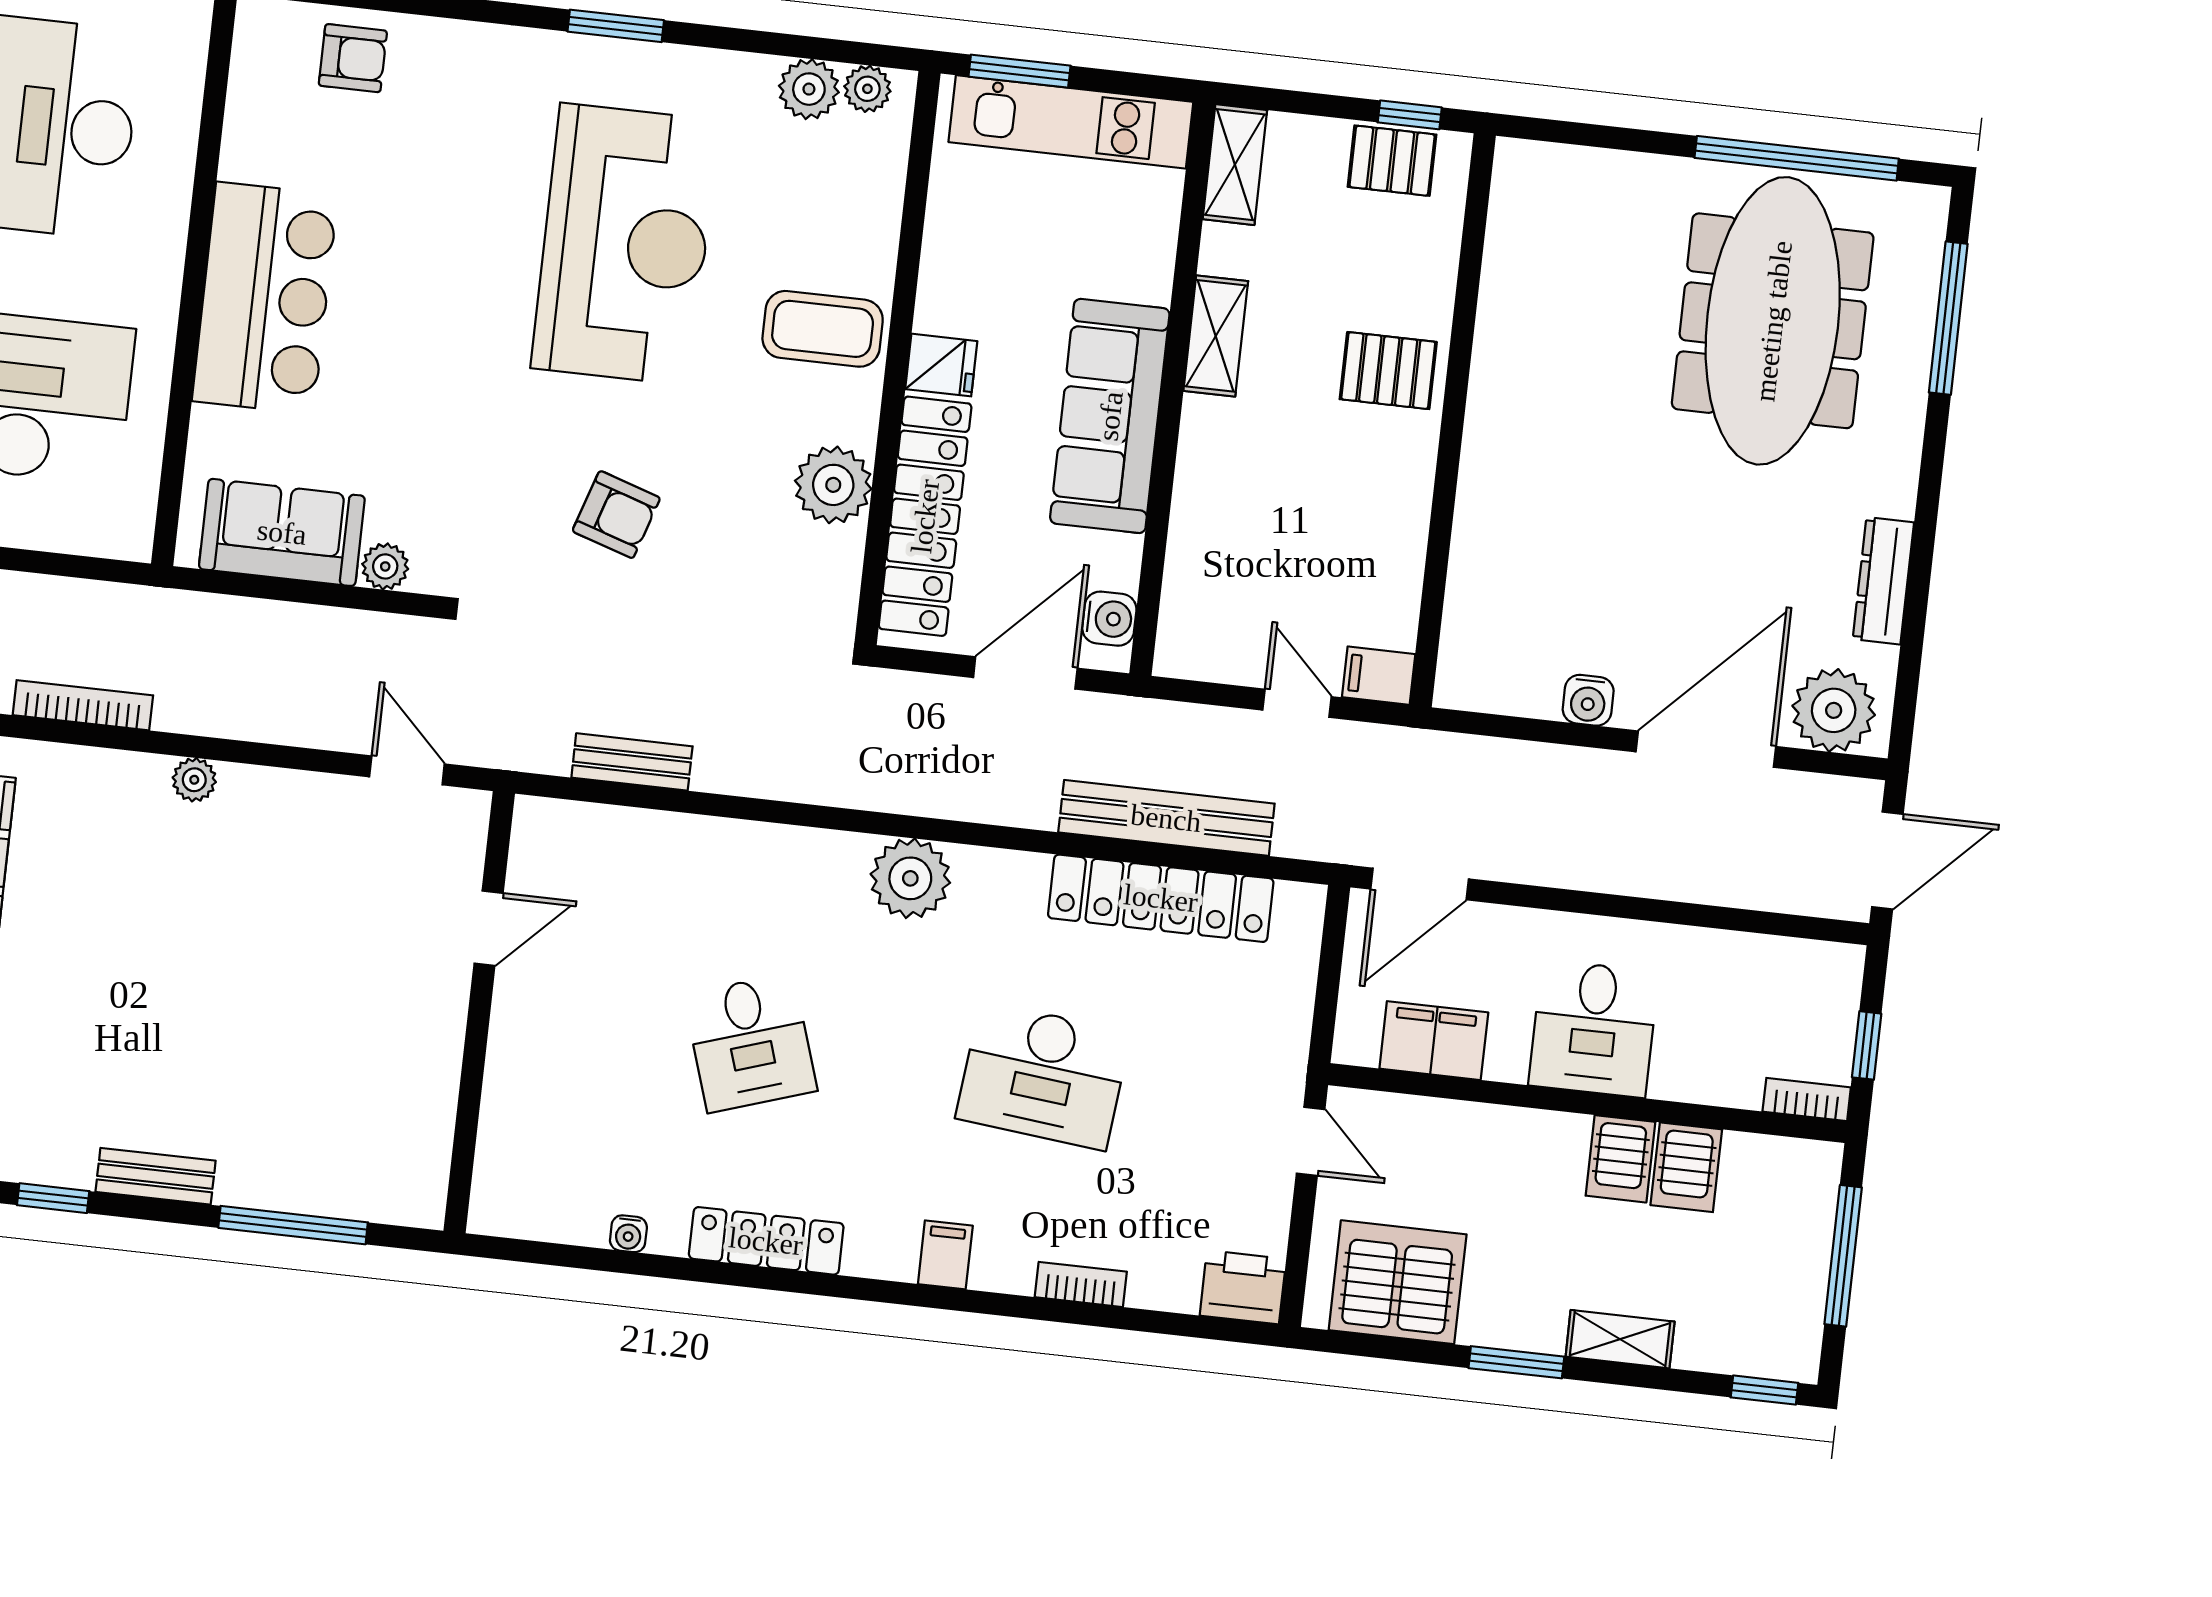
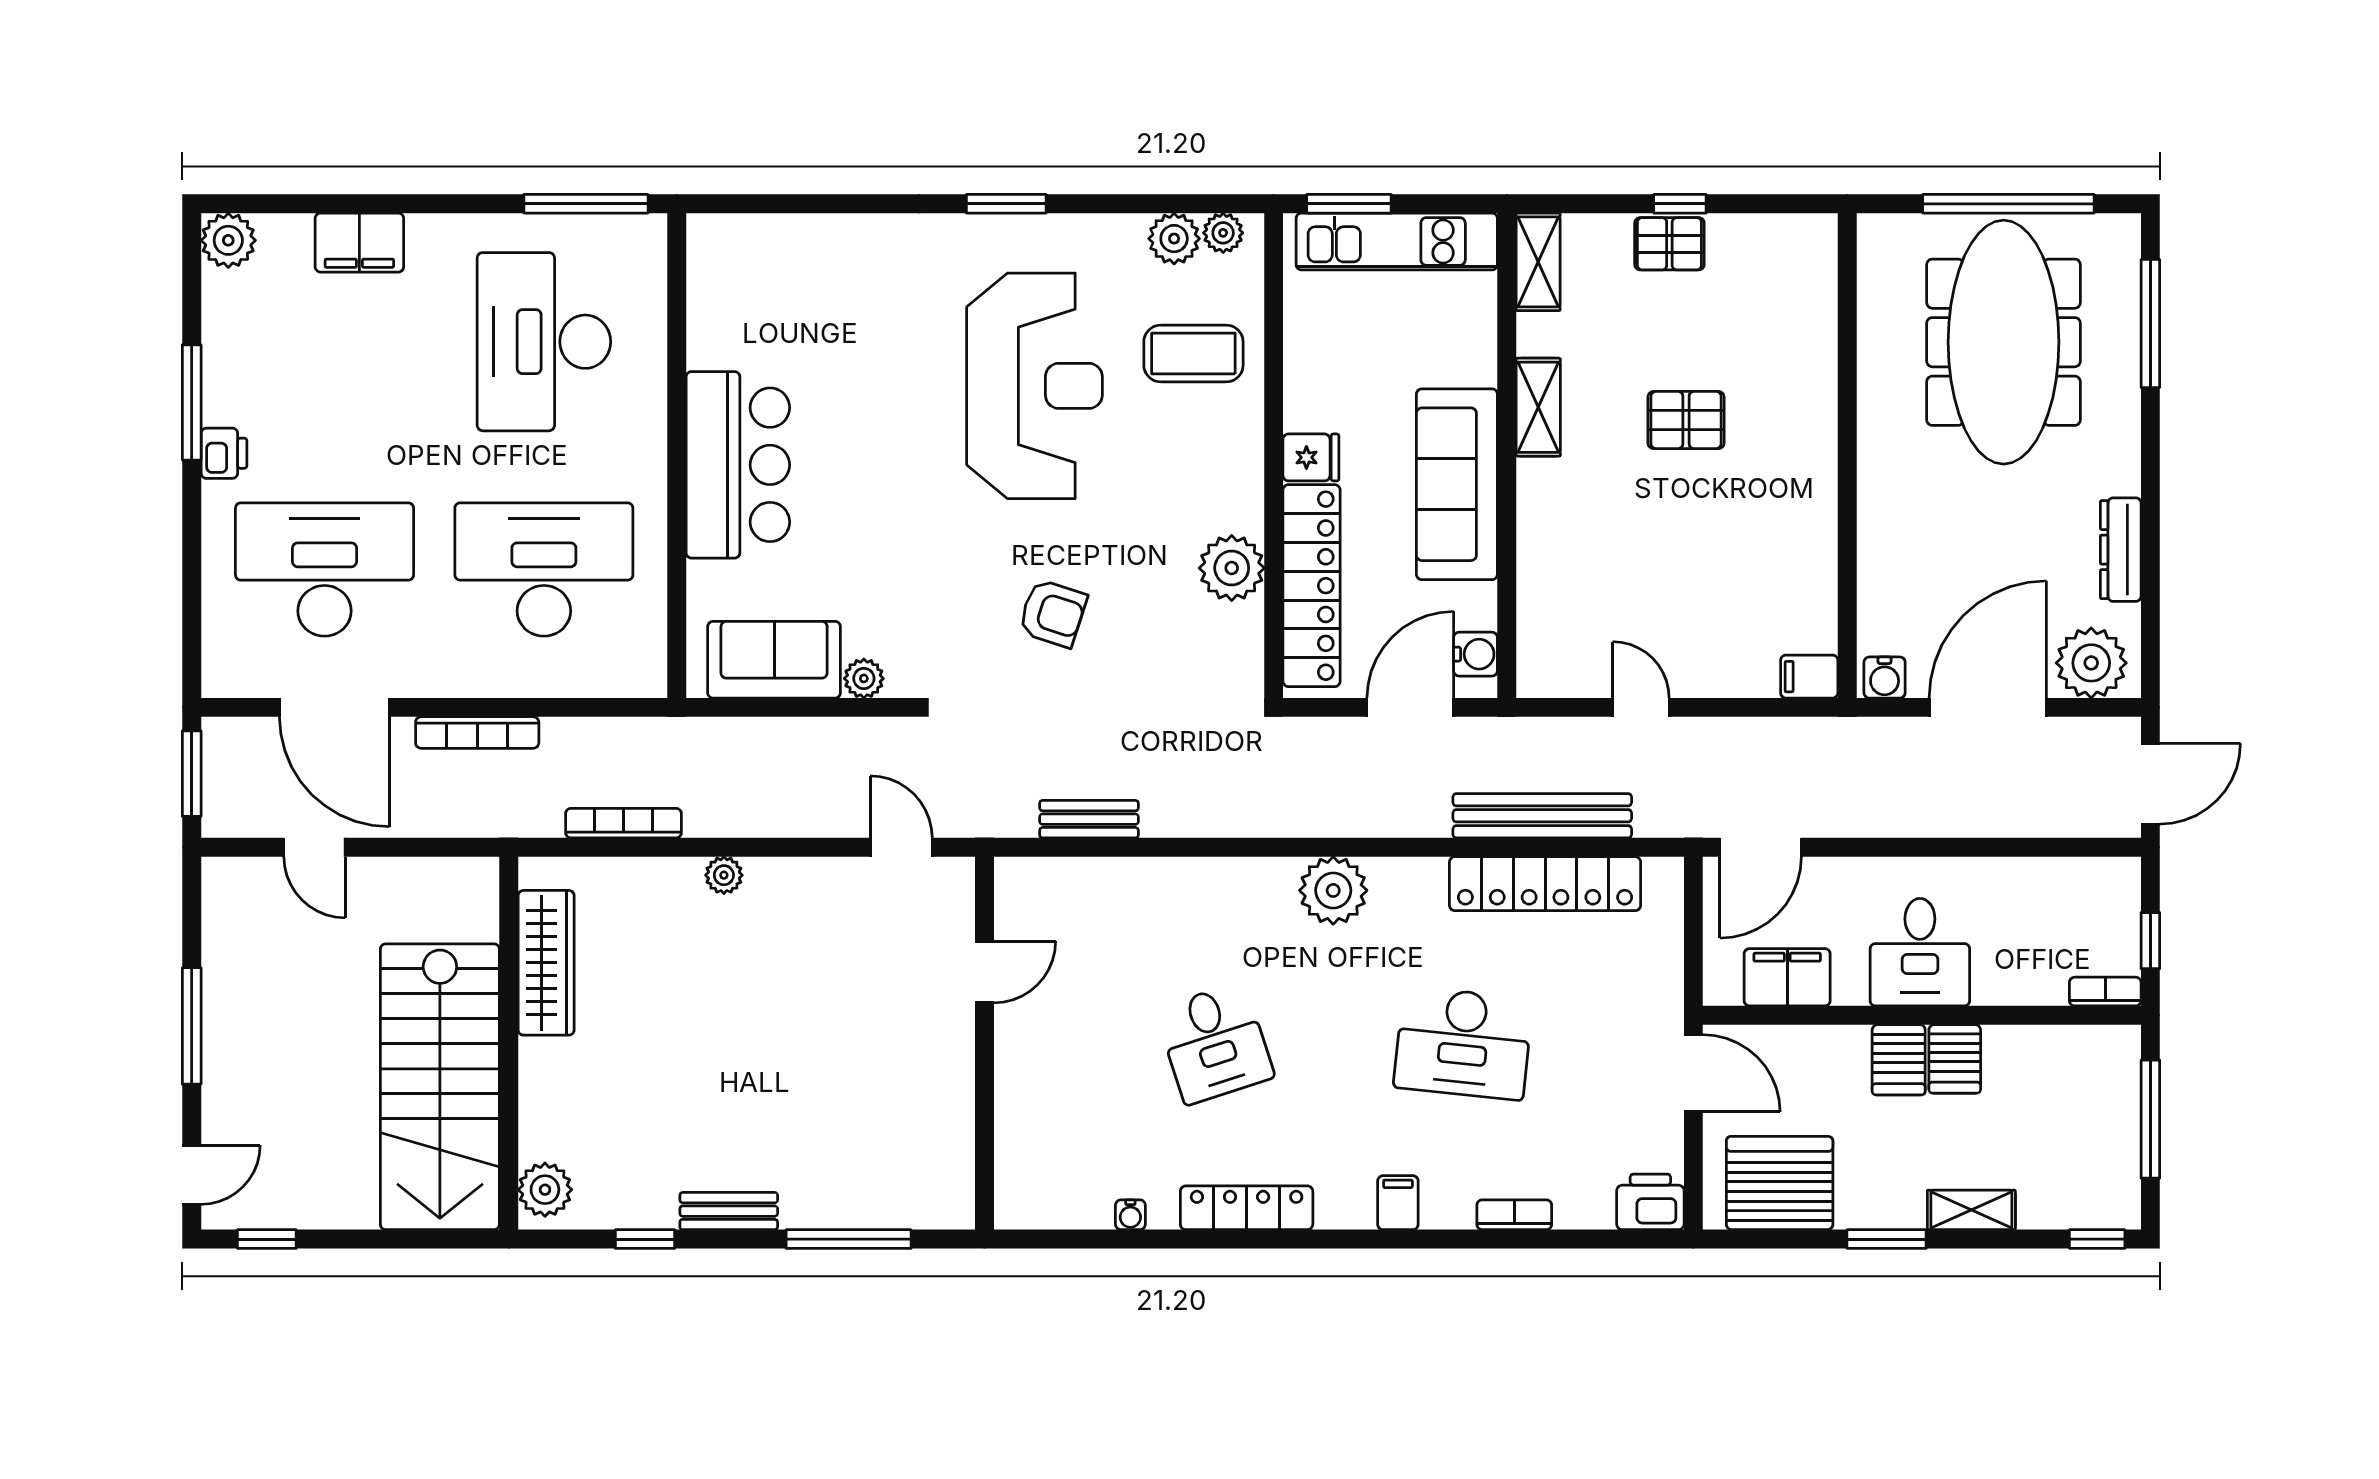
armchair: (353, 58) -> (789, 256), removed
coffee table: (823, 329) -> (1193, 354), moved
wall: (1453, 420) -> (1847, 456), moved
filing cabinet: (1379, 676) -> (1809, 677), moved
door: (1311, 1141) -> (1693, 1073), width x1.37
server rack: (1686, 1167) -> (1899, 1060), moved

